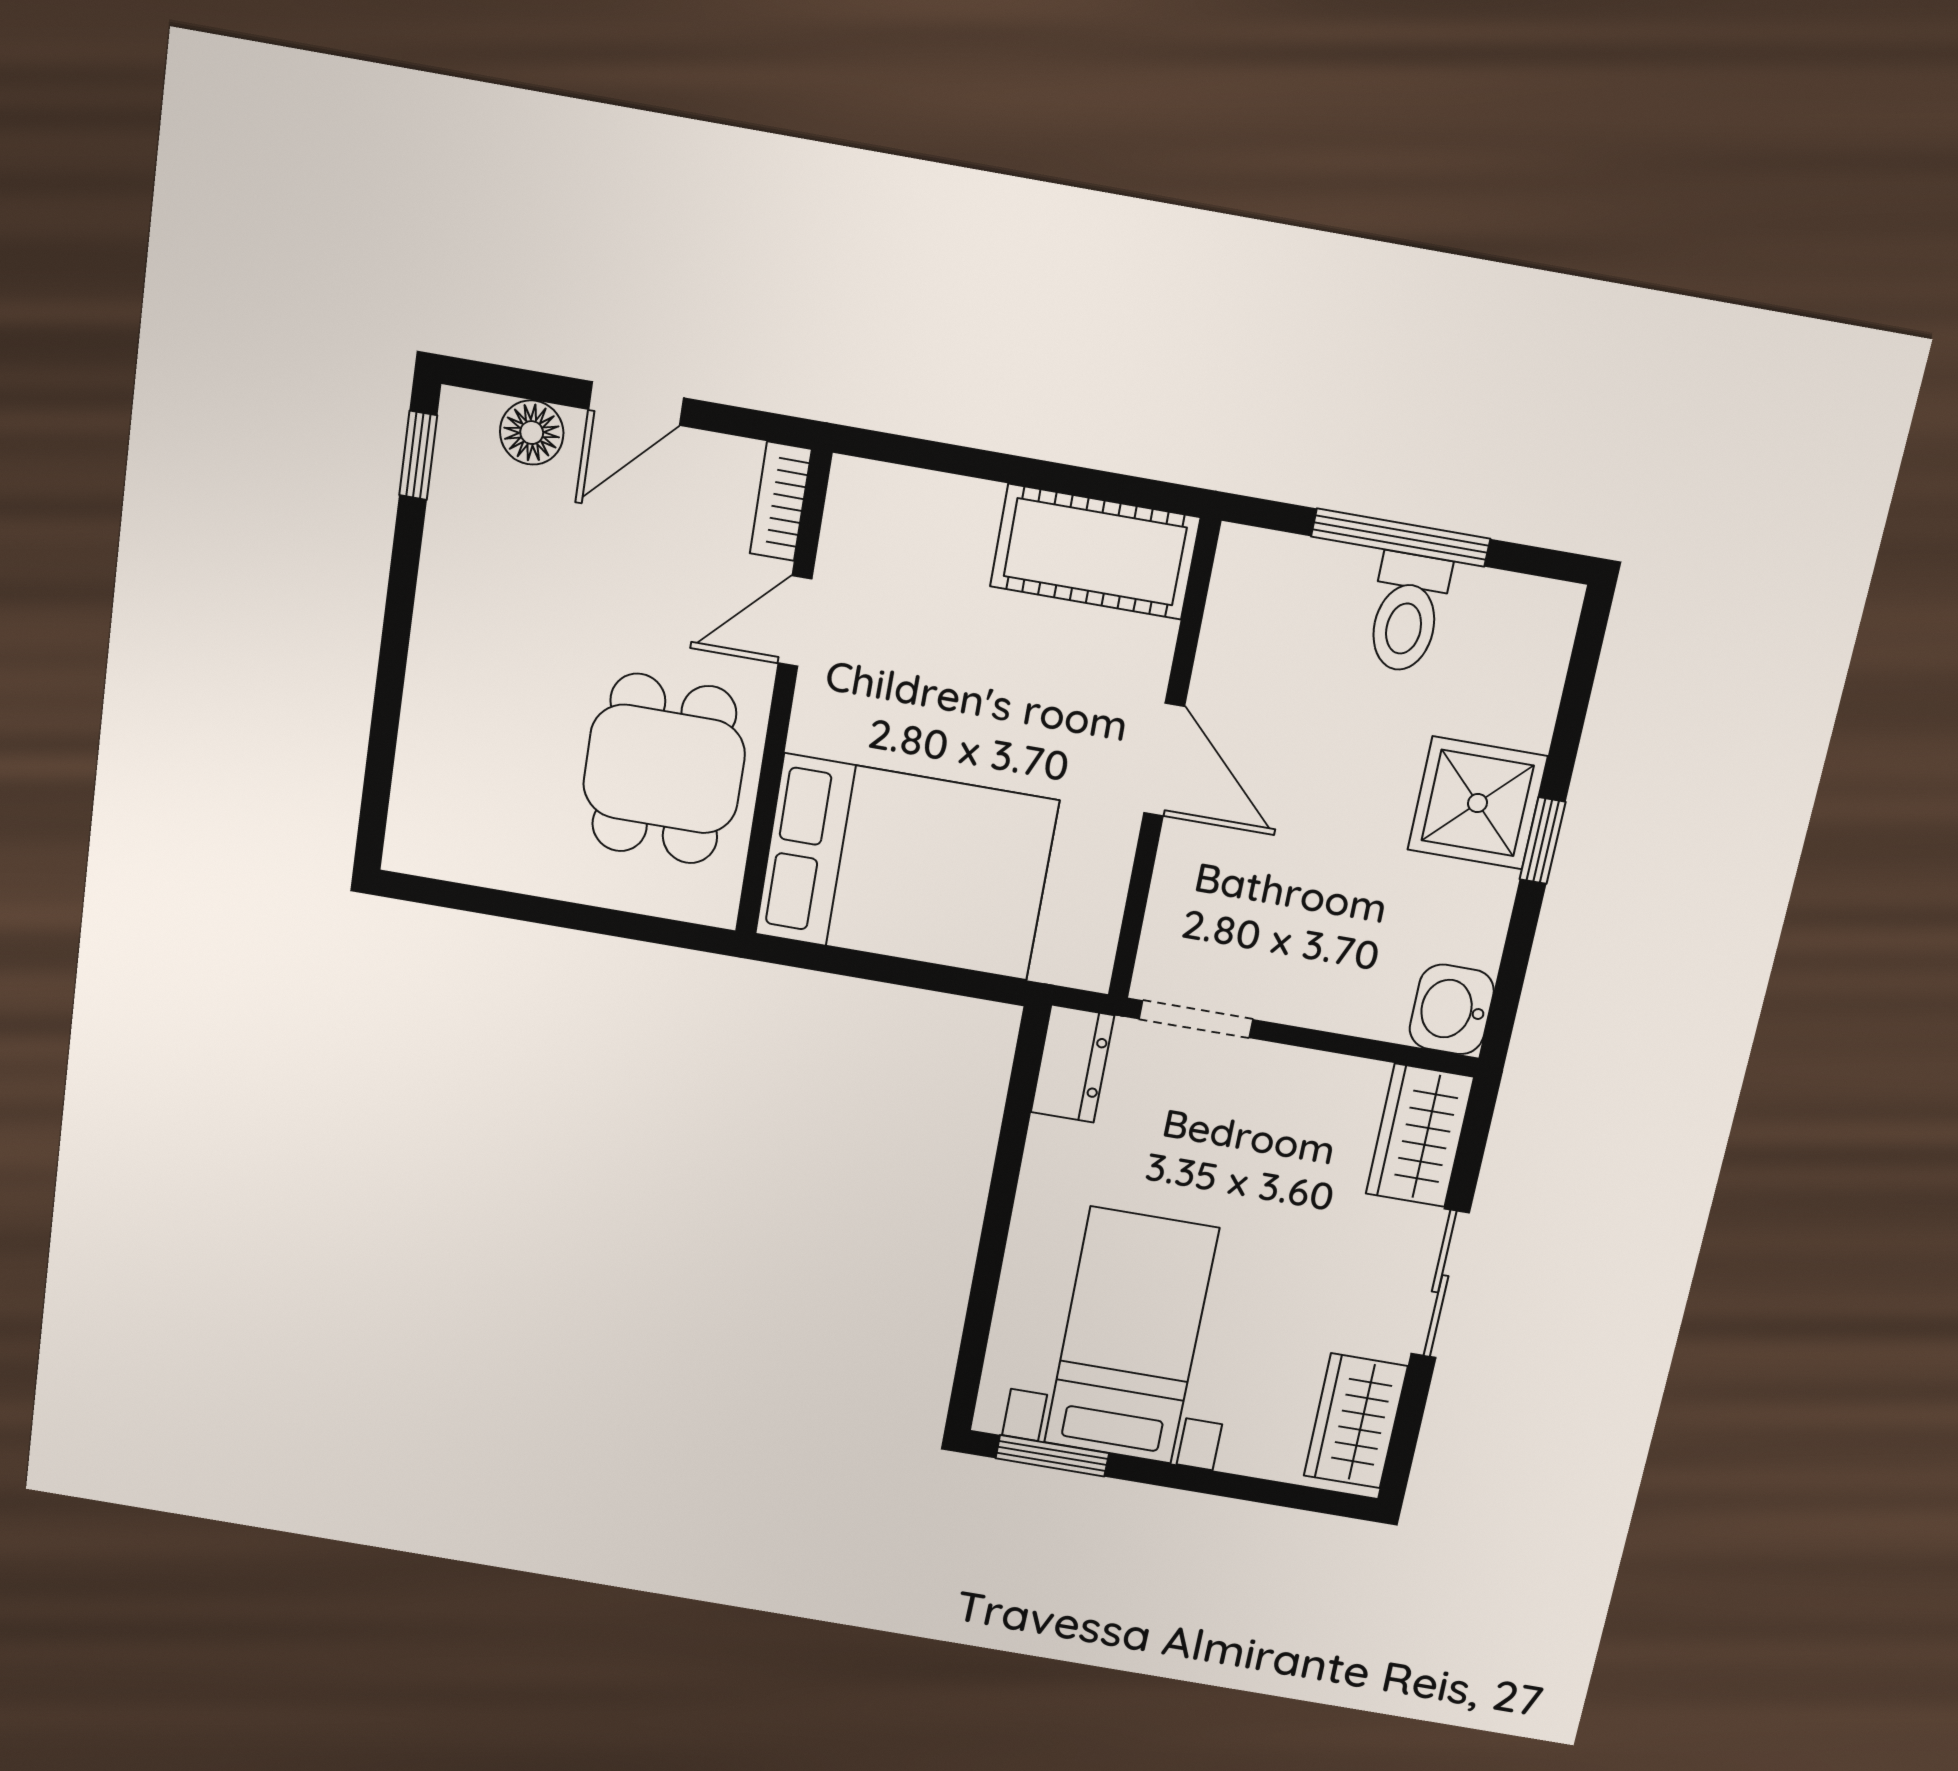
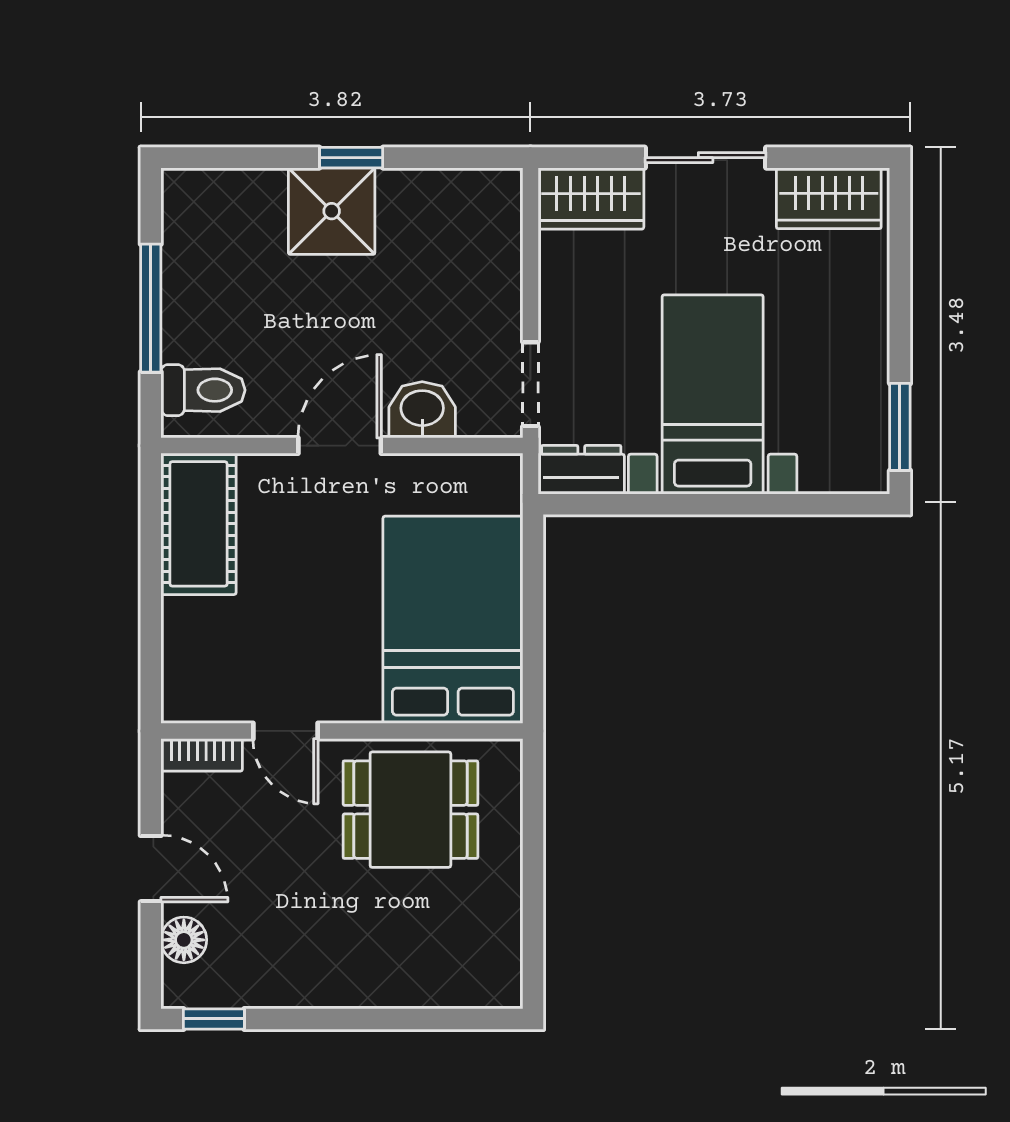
toilet: (1407, 613) -> (203, 390), moved
washbasin: (1452, 1009) -> (422, 410), moved, turned 180
bed with nightstands: (1131, 1336) -> (713, 394), moved, turned 90

